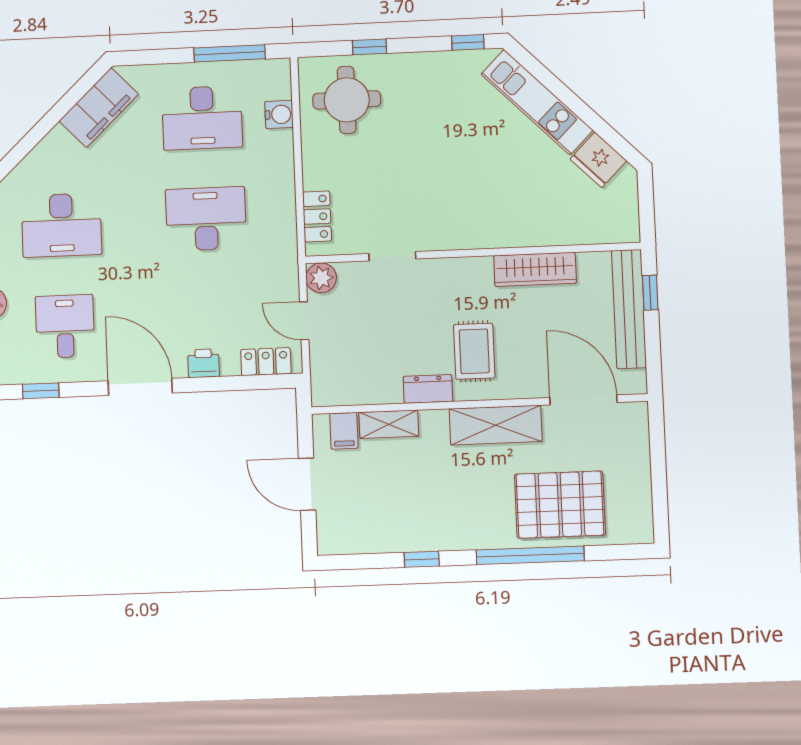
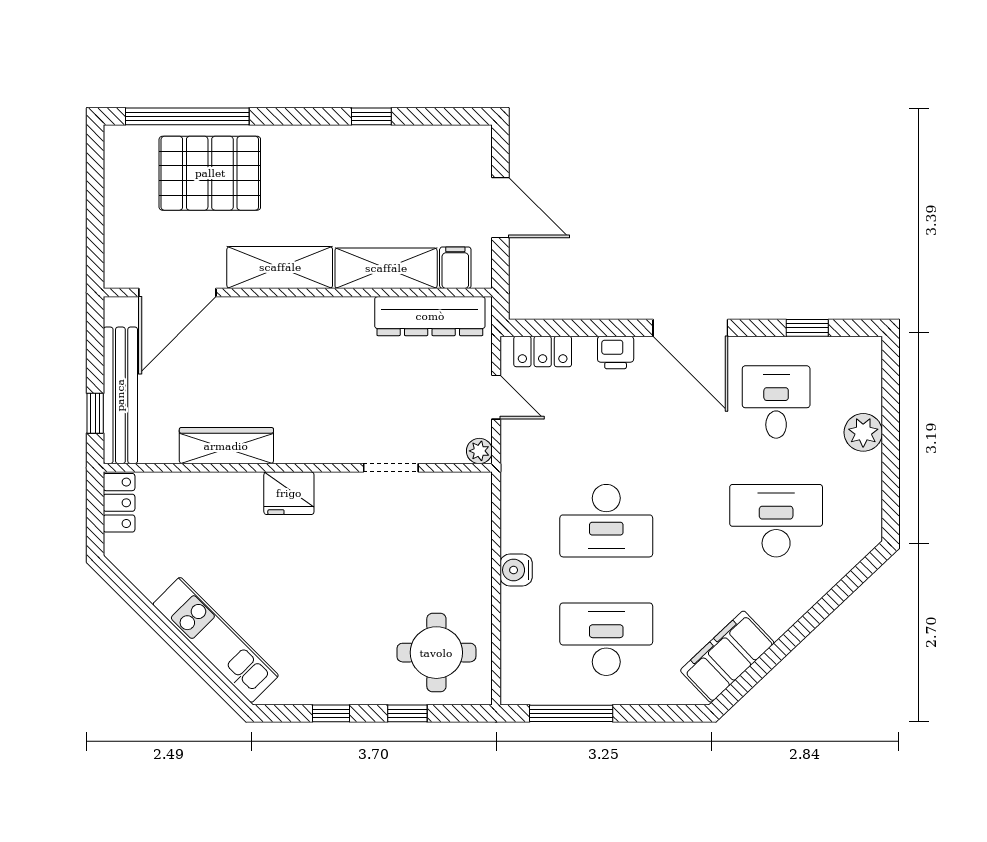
window: (468, 42) -> (331, 713), moved
water cooler: (279, 114) -> (516, 570), moved
fridge: (598, 160) -> (289, 493), moved, turned 135
locker: (317, 216) -> (119, 503), moved, turned 180
plant: (321, 278) -> (479, 451), width x0.73, depth x0.73
desk: (65, 326) -> (776, 402), turned 180
rug: (474, 351) -> (301, 354), removed
dresser: (428, 389) -> (430, 316), moved, width x1.96, depth x1.24
door: (583, 400) -> (177, 293), hinge flipped
shelving: (389, 424) -> (386, 268), width x1.50, depth x1.33
window: (530, 555) -> (187, 116), moved

